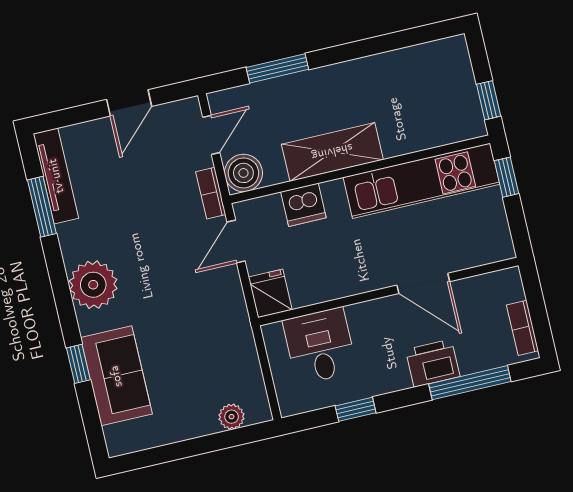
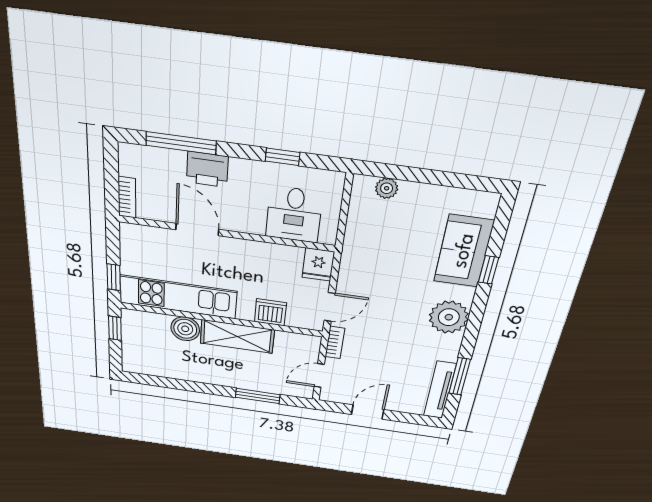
boiler: (243, 173) -> (185, 329), moved
bookcase: (523, 328) -> (127, 197), moved

